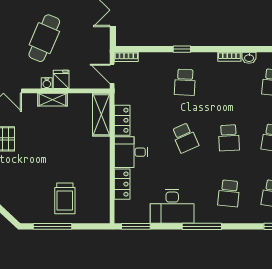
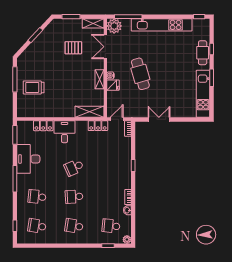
cafe table: (44, 38) -> (140, 74), turned 51
school desk: (185, 82) -> (111, 167), removed
locker: (122, 120) -> (98, 126), moved

